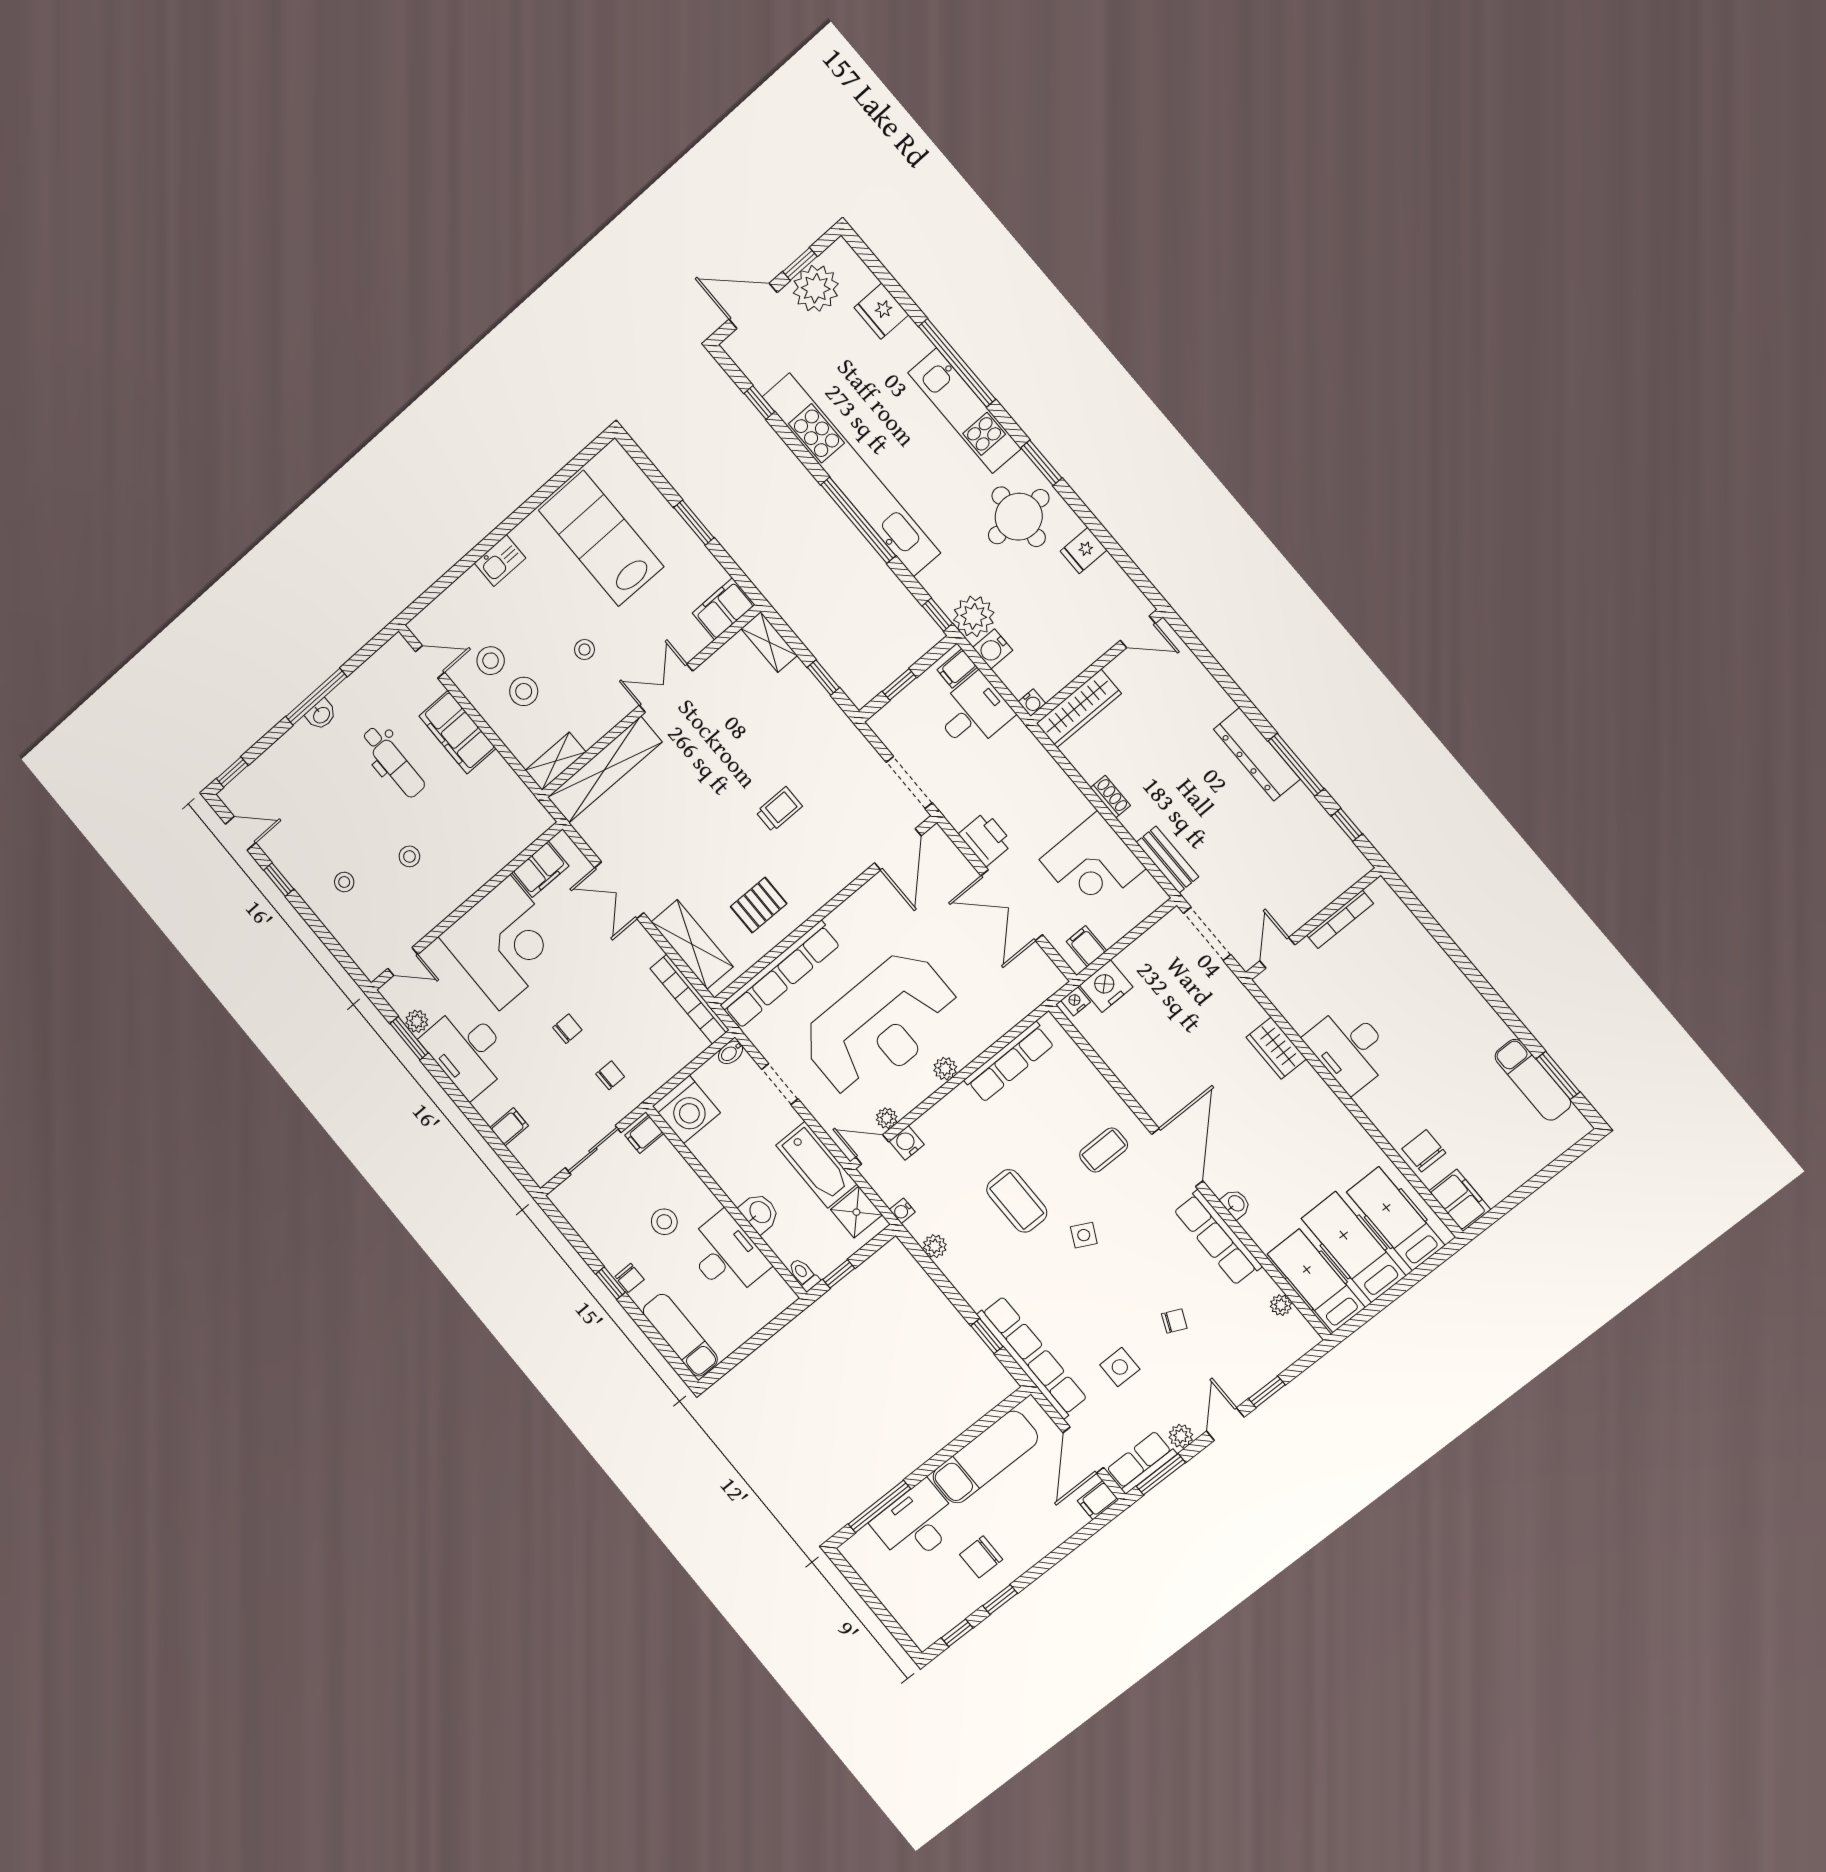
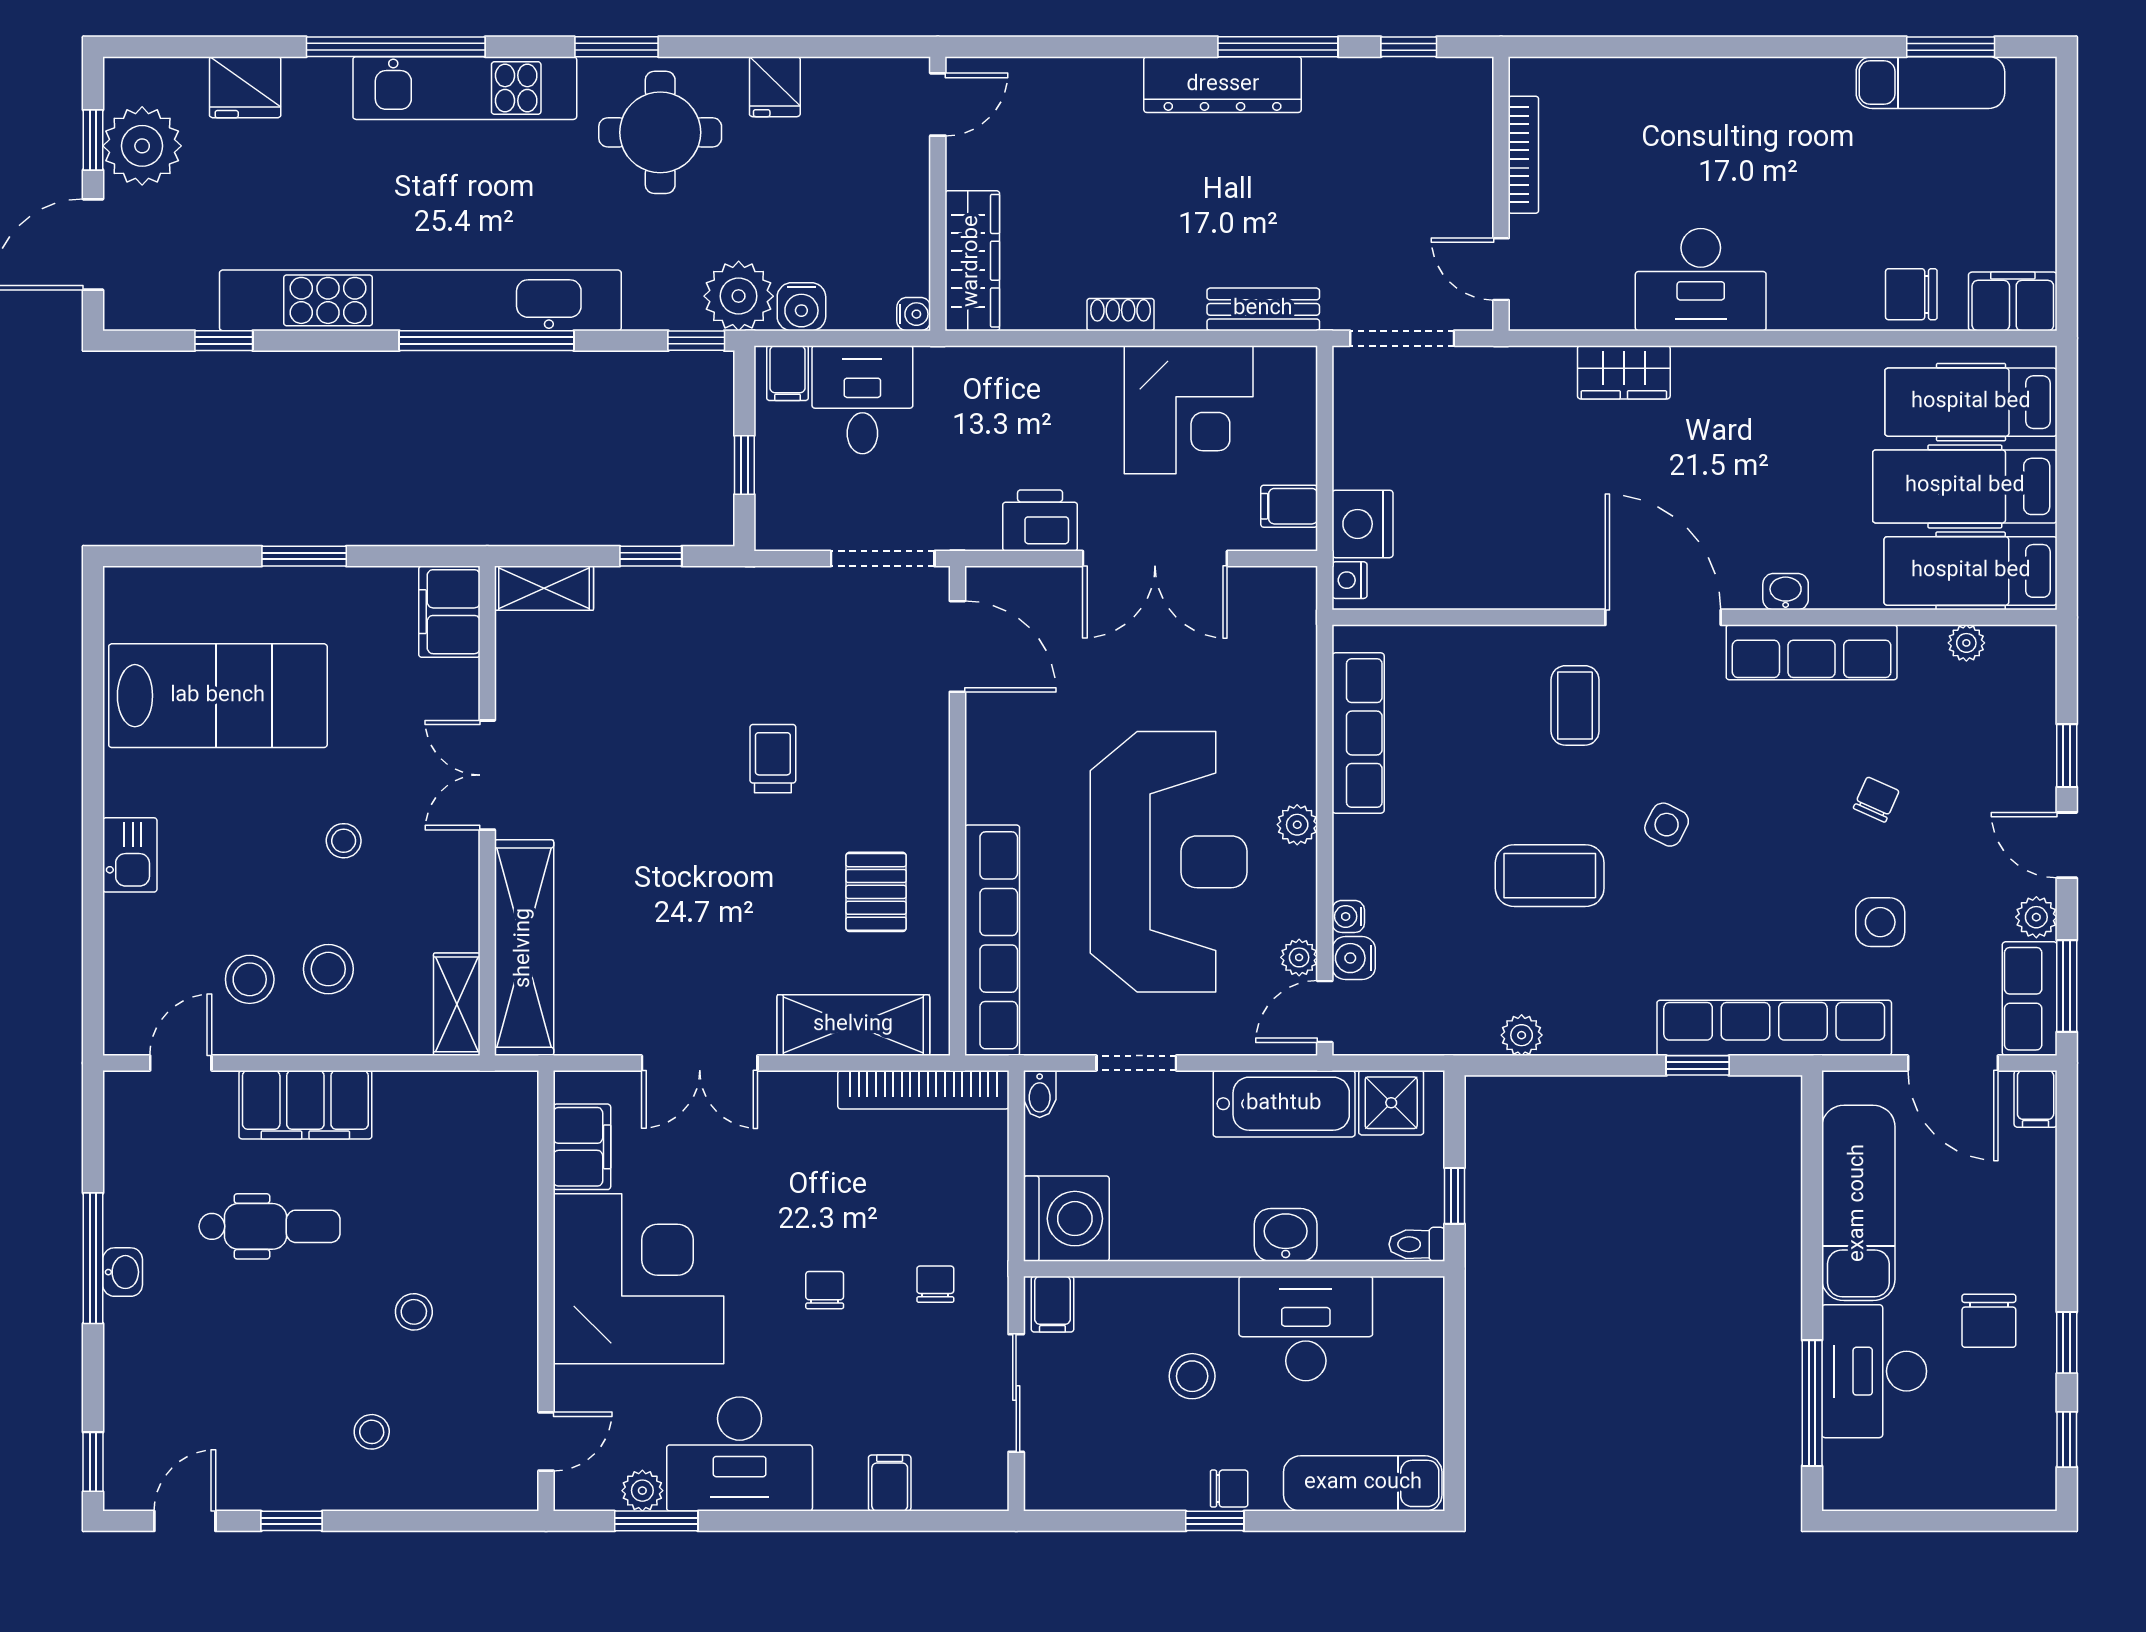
lab bench: (601, 538) -> (218, 696), turned 180
water cooler: (902, 1211) -> (1348, 916), moved, turned 90

